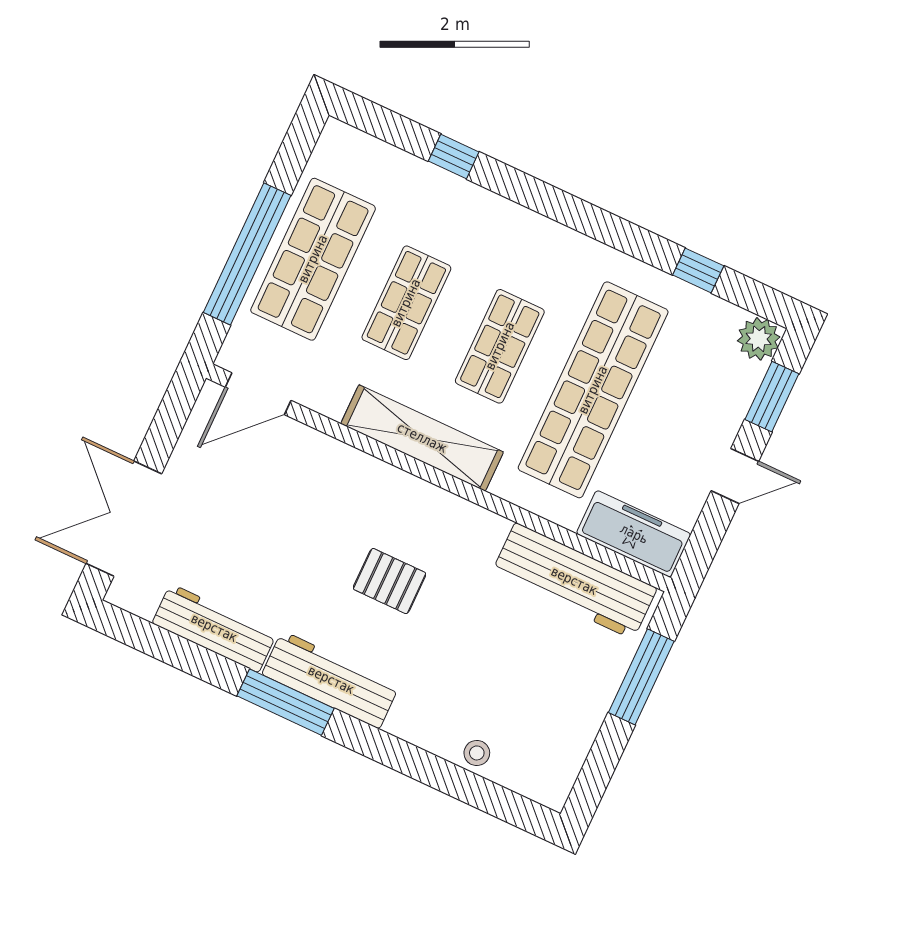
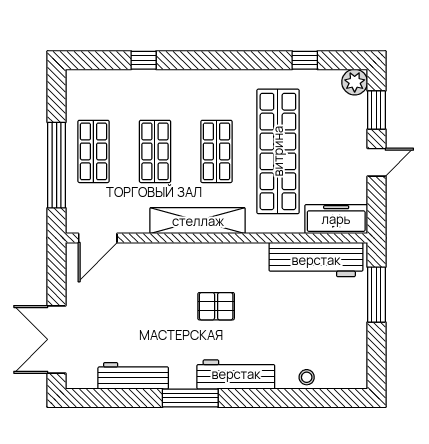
shop shelf: (313, 259) -> (93, 151), width x0.70, depth x0.74
workbench: (331, 680) -> (236, 374), moved

